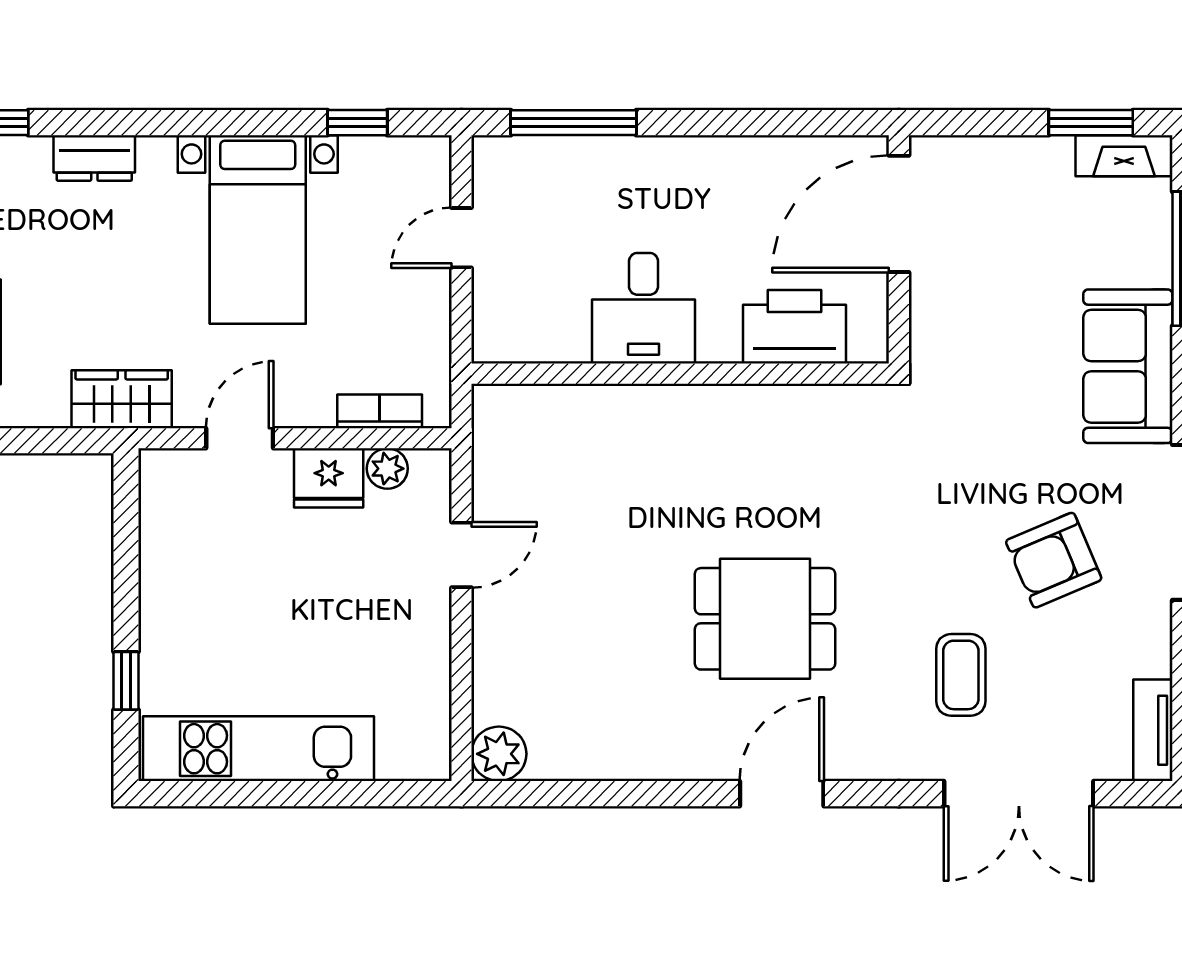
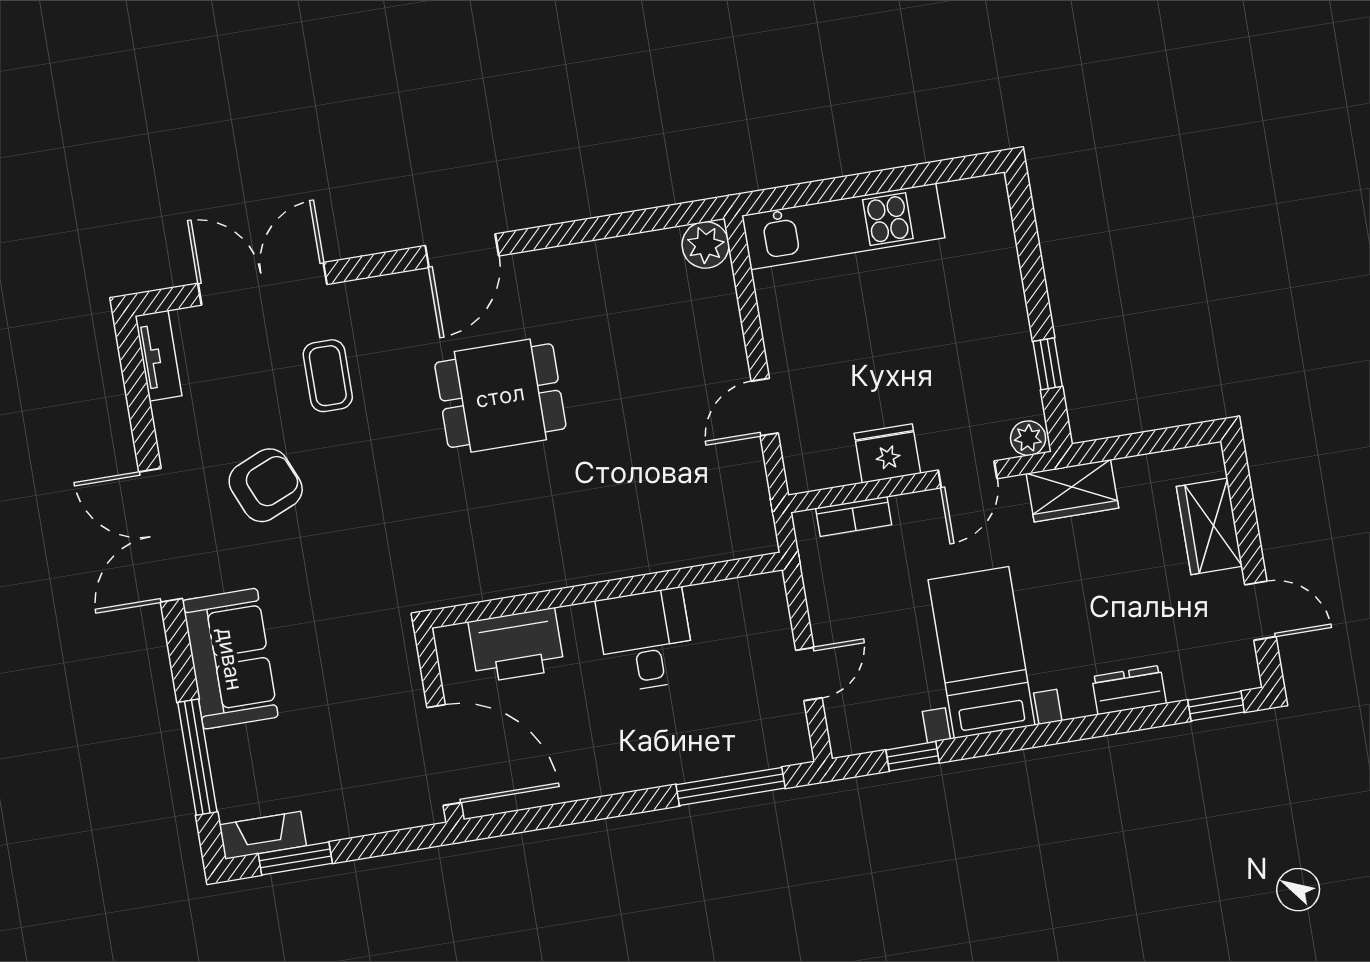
door: (899, 214) -> (444, 755), hinge flipped
plant: (387, 469) -> (1028, 438), moved
window: (126, 681) -> (1048, 364), moved
kitchen unit: (259, 749) -> (843, 227), moved

